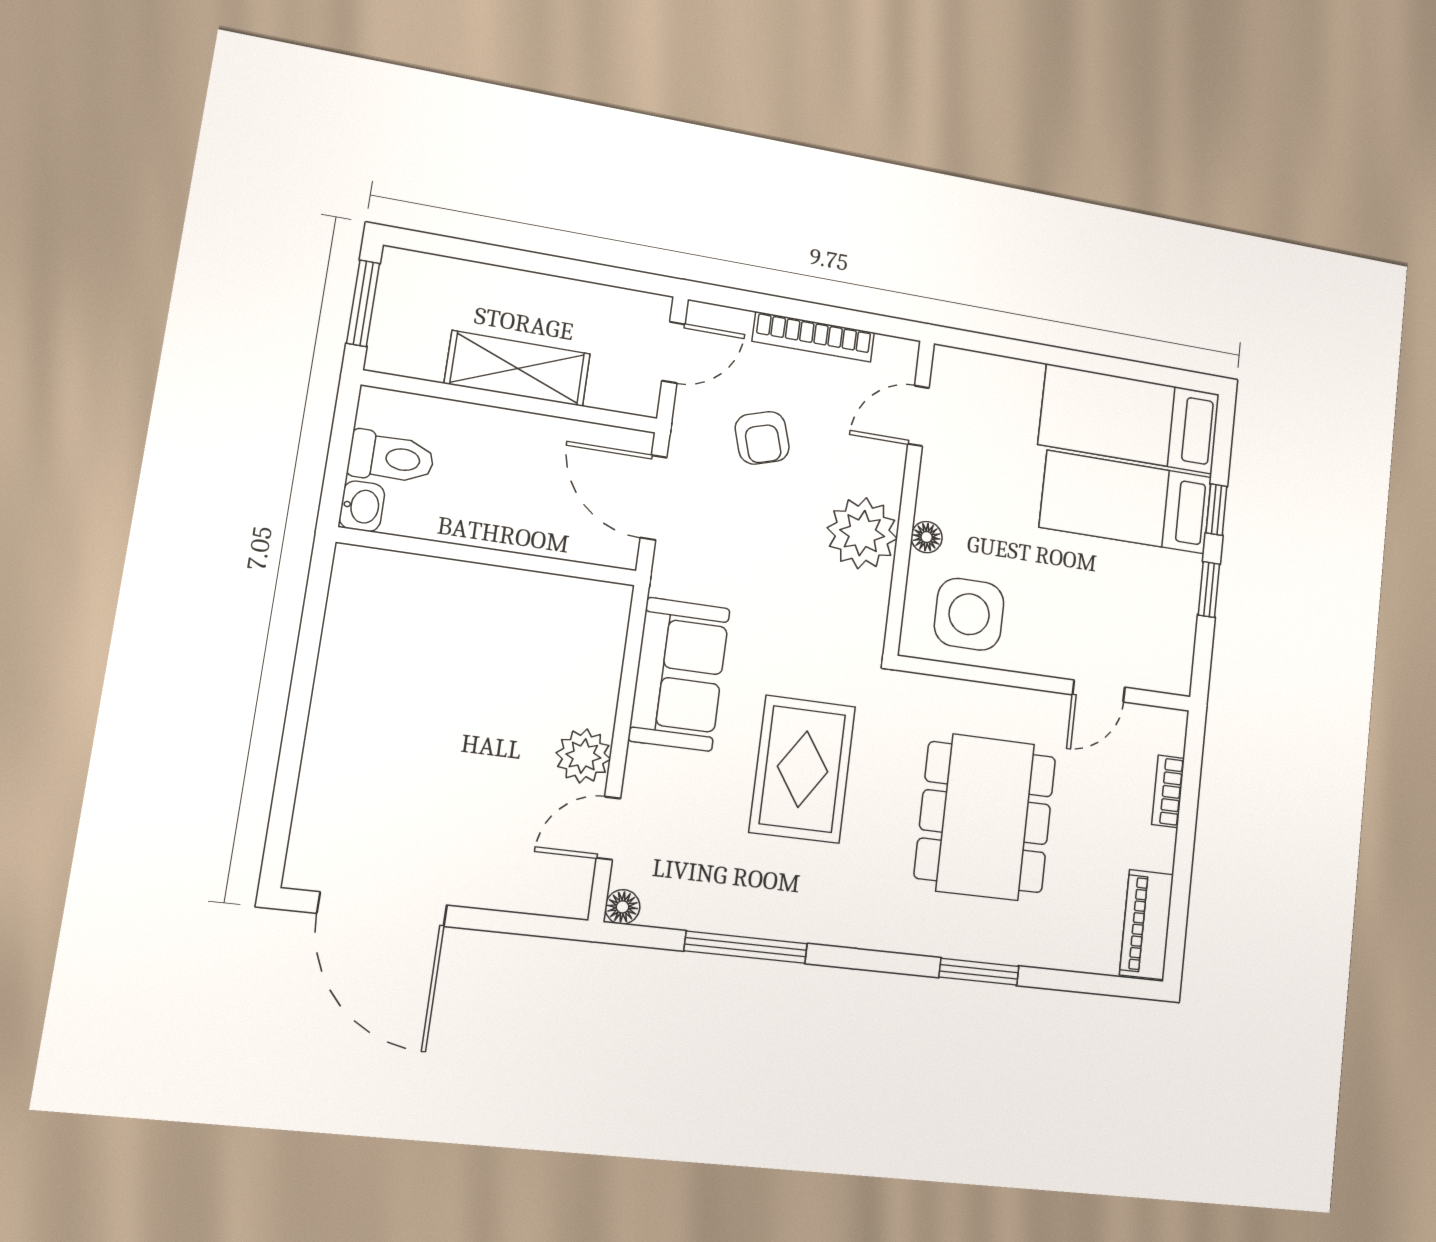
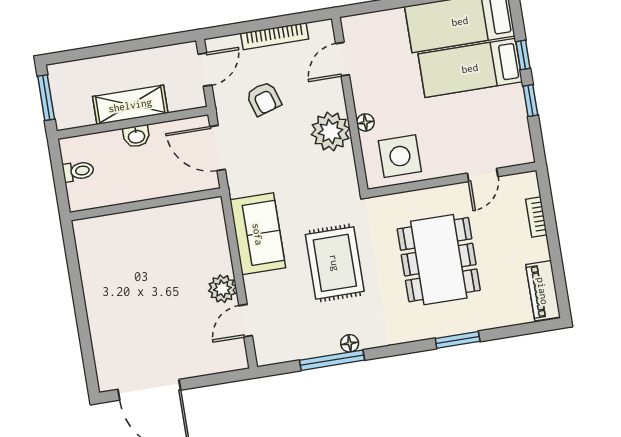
toilet: (391, 458) -> (78, 171), width x0.73, depth x0.72
washbasin: (362, 506) -> (136, 136), moved, turned 90
floor lamp: (623, 907) -> (350, 343), moved

